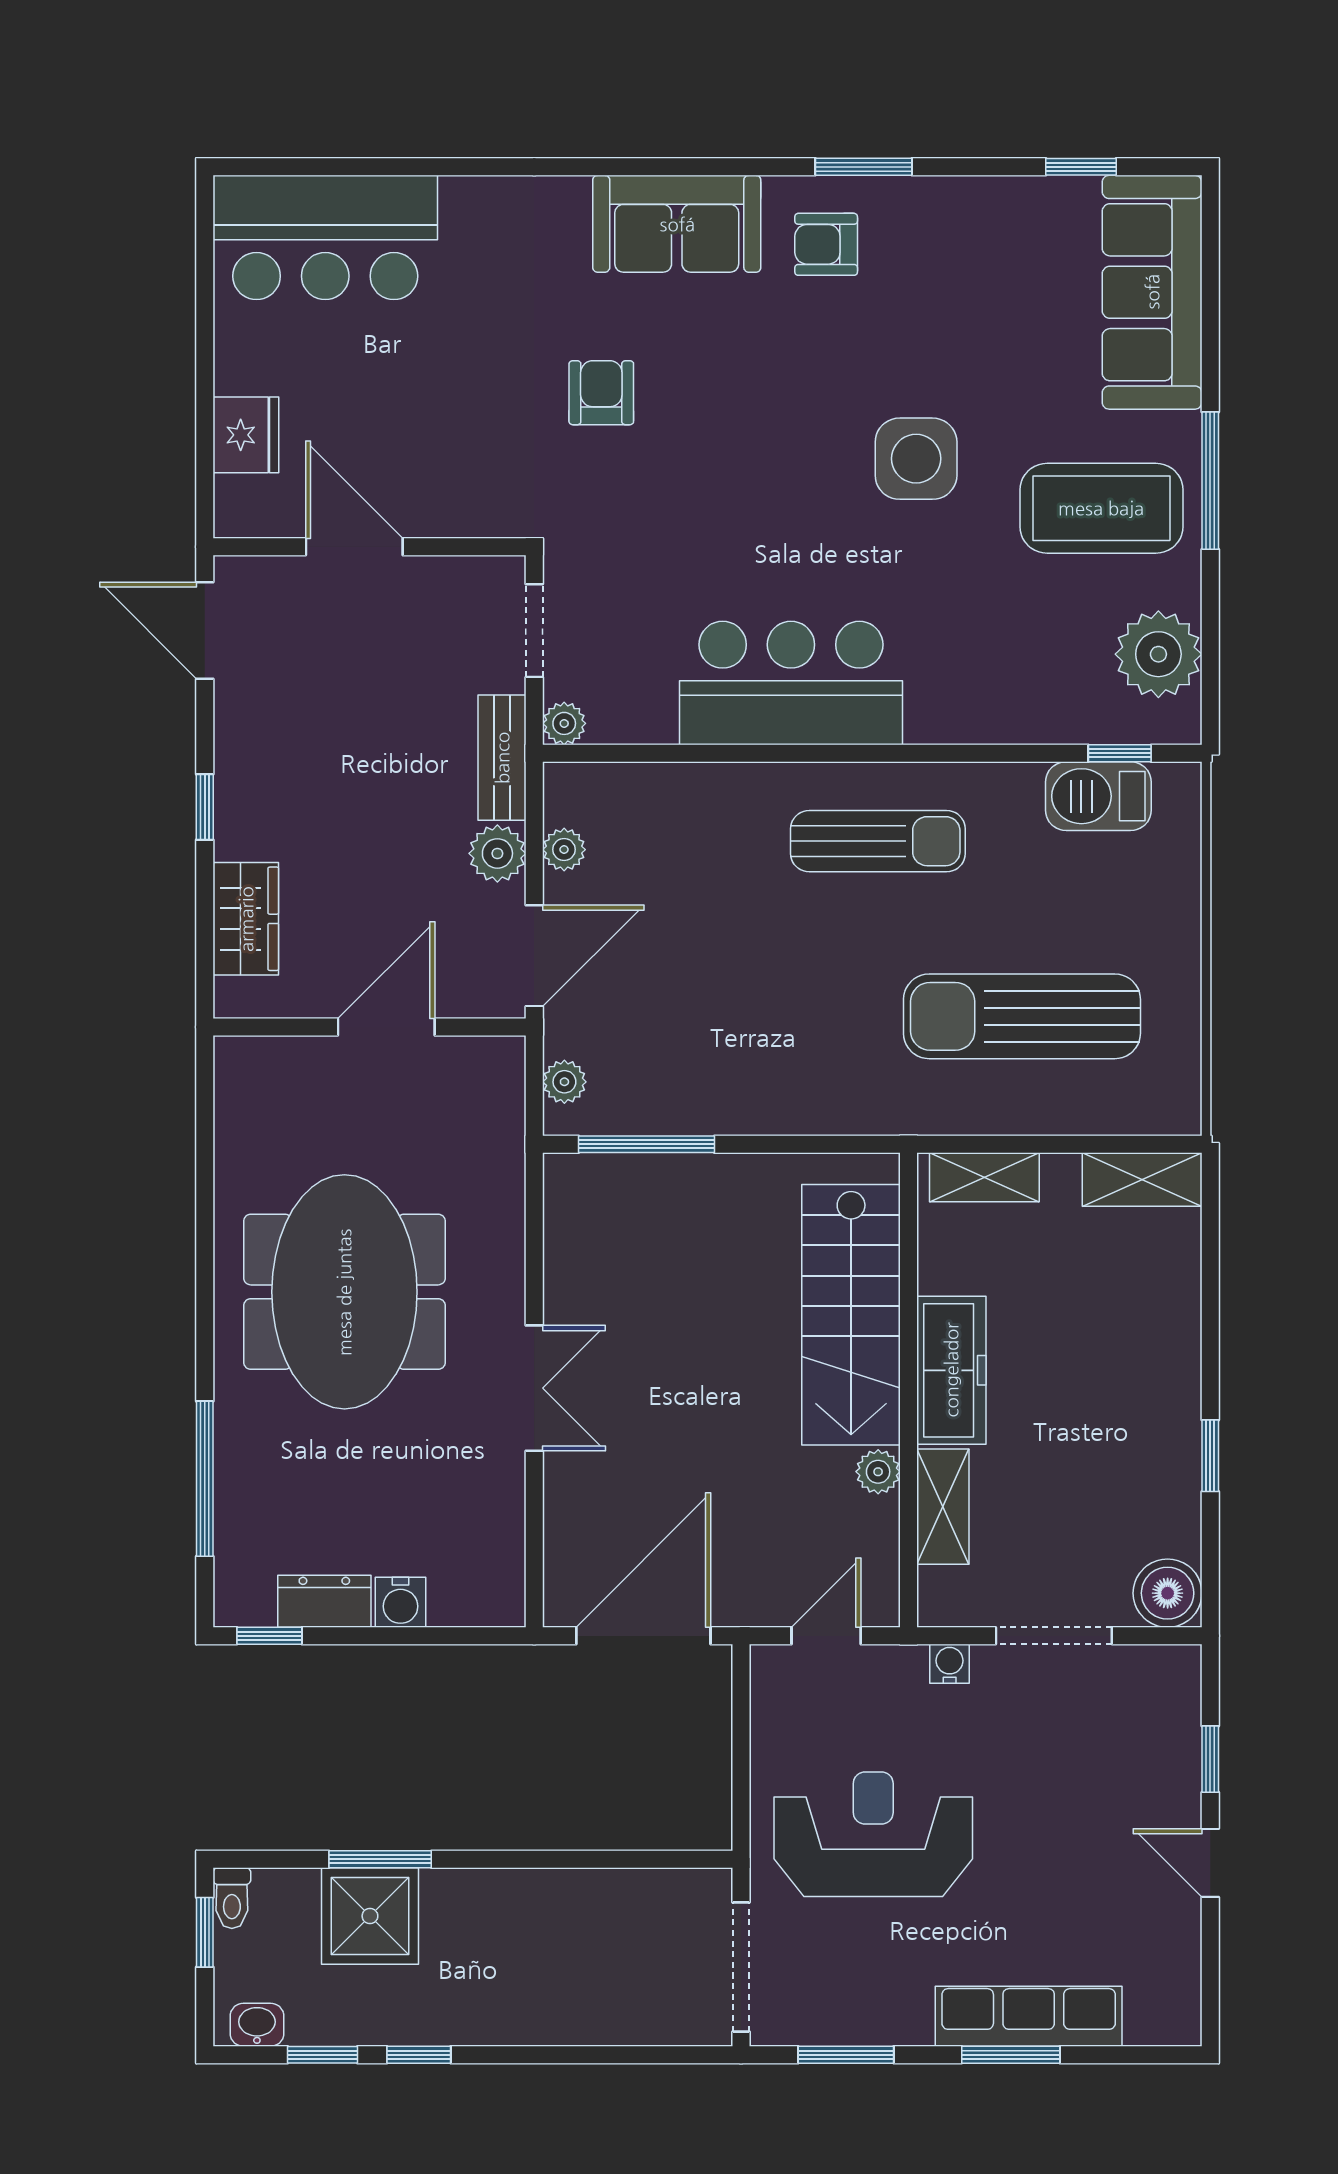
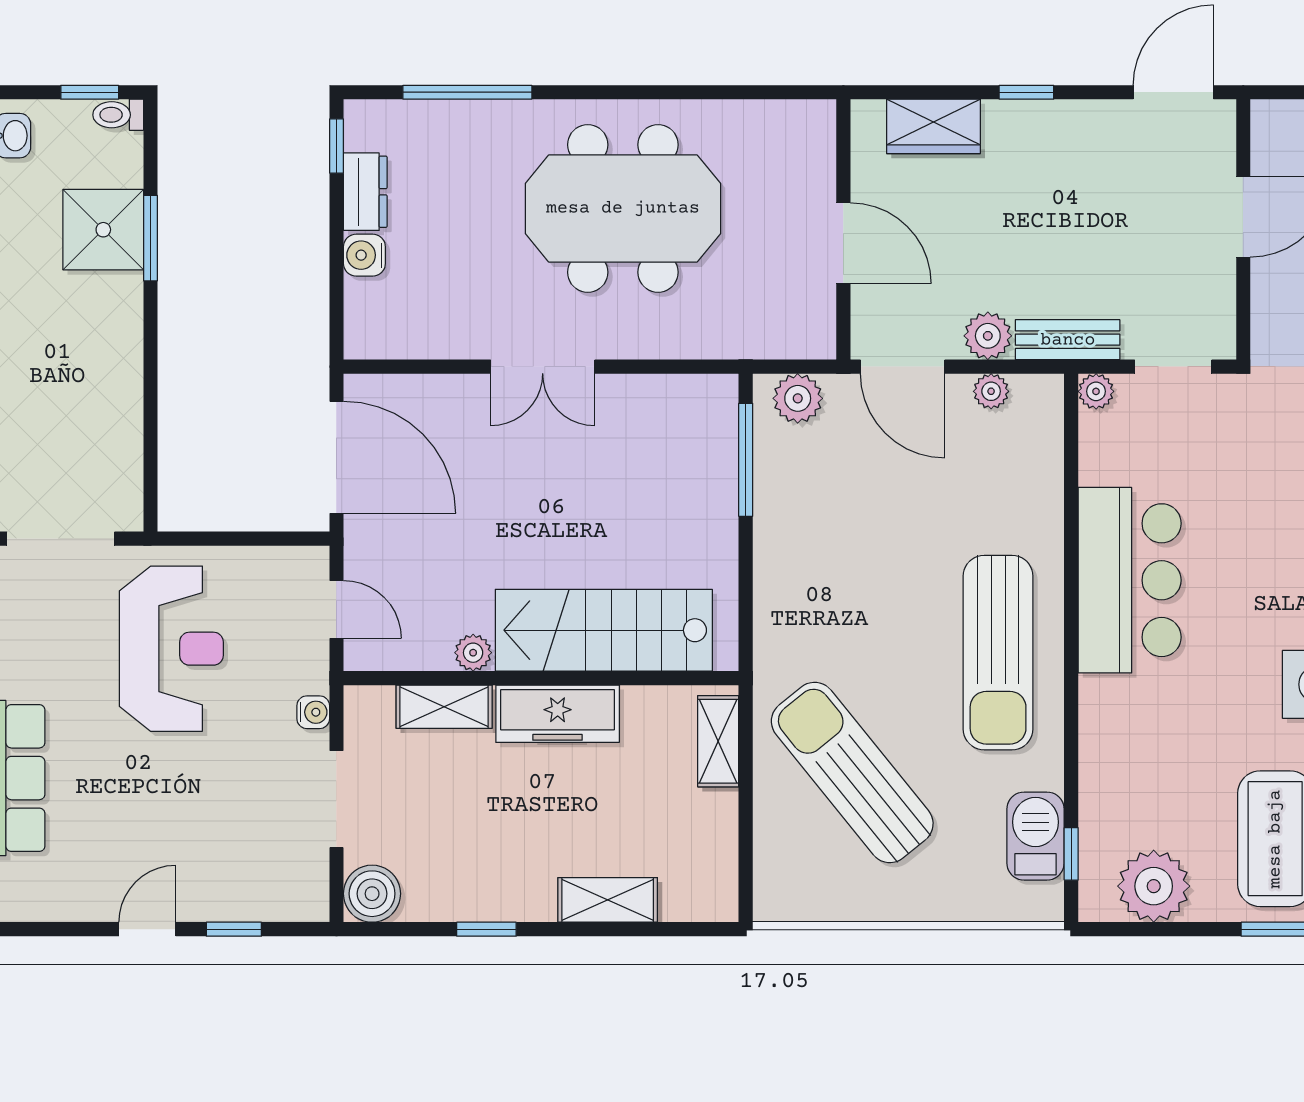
sun lounger: (878, 841) -> (998, 653), width x1.36, depth x1.34
sun lounger: (1022, 1016) -> (852, 773), turned -39
plant: (564, 1082) -> (798, 398), width x1.38, depth x1.38
shelving: (1142, 1180) -> (608, 900), moved, turned 90

